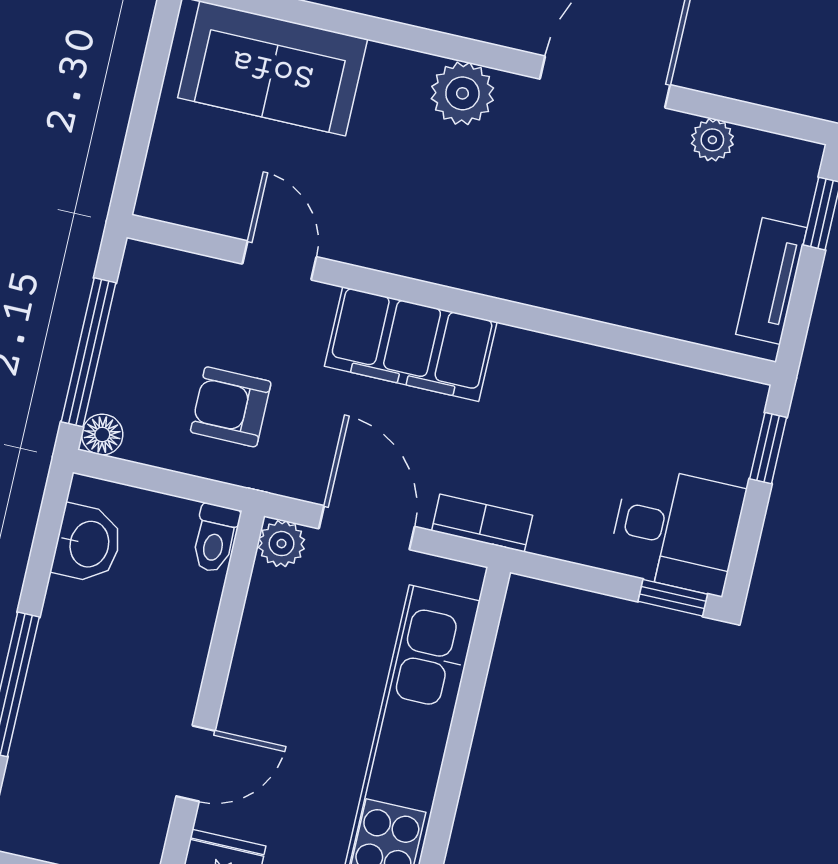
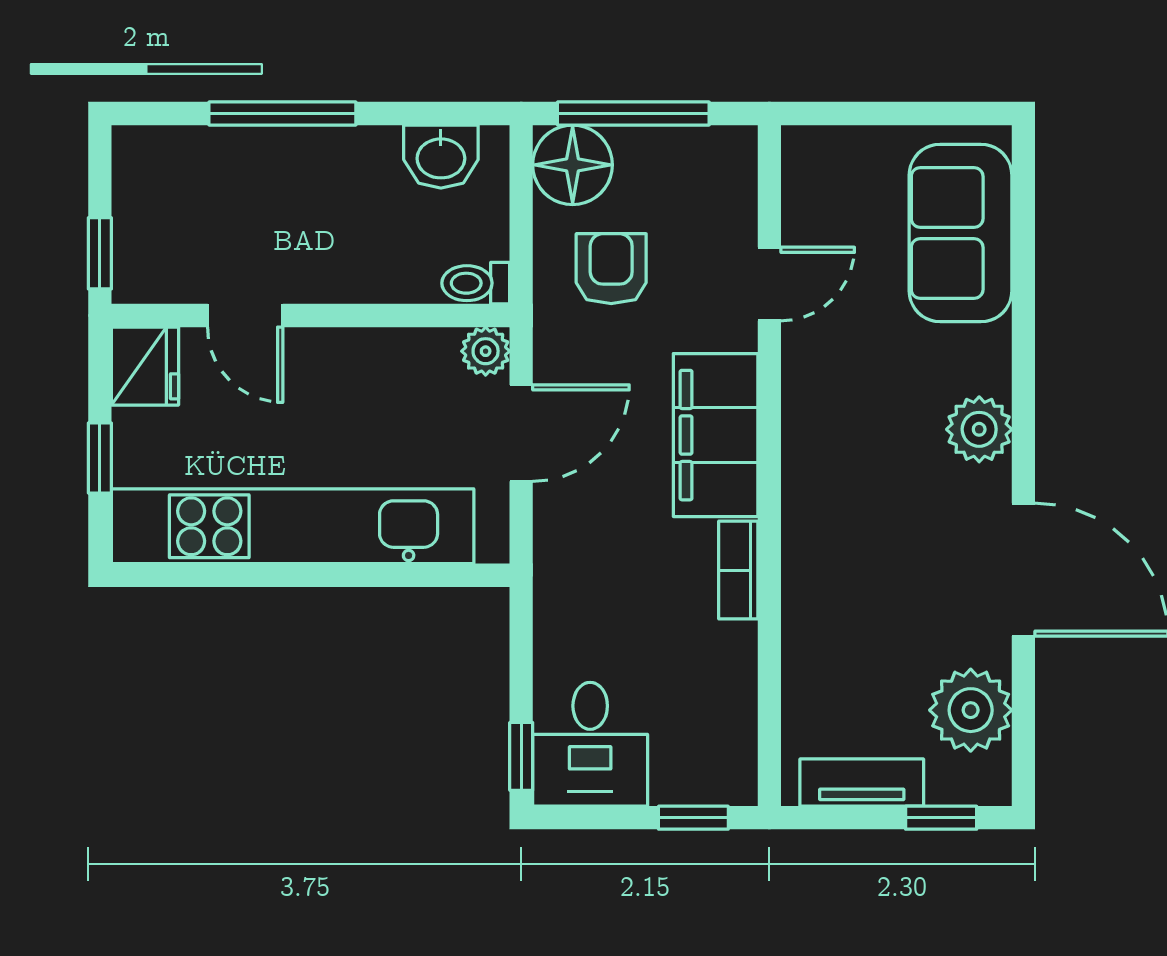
plant: (712, 140) -> (971, 710), width x1.87, depth x1.87
floor lamp: (102, 435) -> (573, 165), width x1.89, depth x1.89
bookcase: (482, 523) -> (738, 570), moved, turned 180

